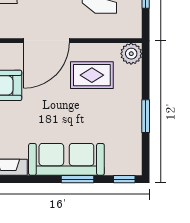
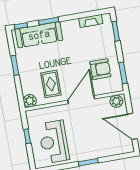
rug: (92, 75) -> (51, 84), turned 90
sofa: (66, 159) -> (39, 35), moved

